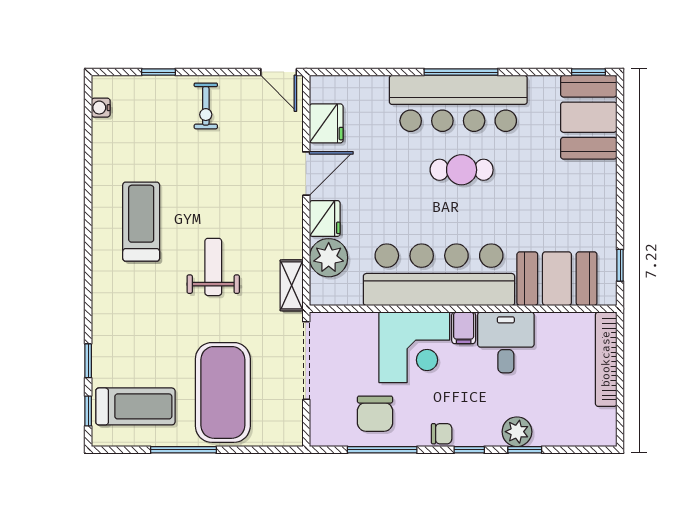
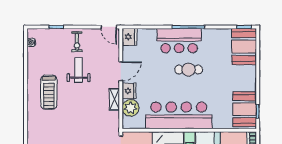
bar counter: (458, 103) -> (179, 41), width x0.73
fridge: (326, 123) -> (130, 37), moved
treadmill: (141, 222) -> (49, 92), turned 180
weight bench: (213, 267) -> (79, 70), moved
booth: (557, 279) -> (245, 109), moved, turned 90
shelving: (292, 285) -> (114, 99), moved

